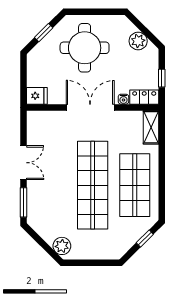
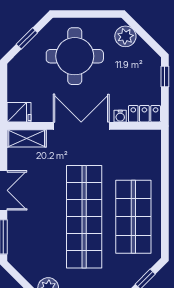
plant: (138, 41) -> (125, 36), moved
window: (162, 78) -> (165, 77), moved
shelving: (151, 127) -> (27, 138), moved, turned 90

